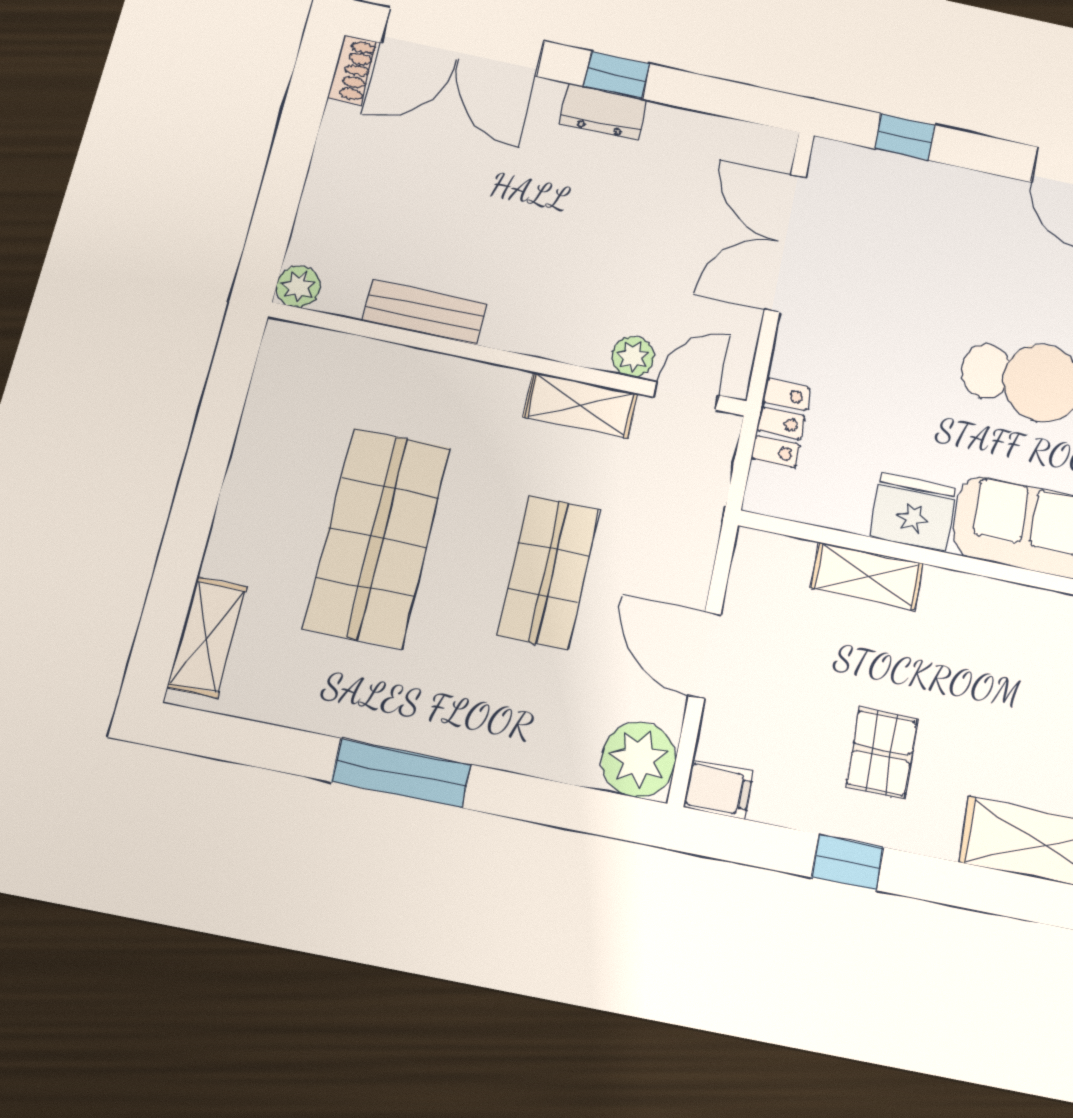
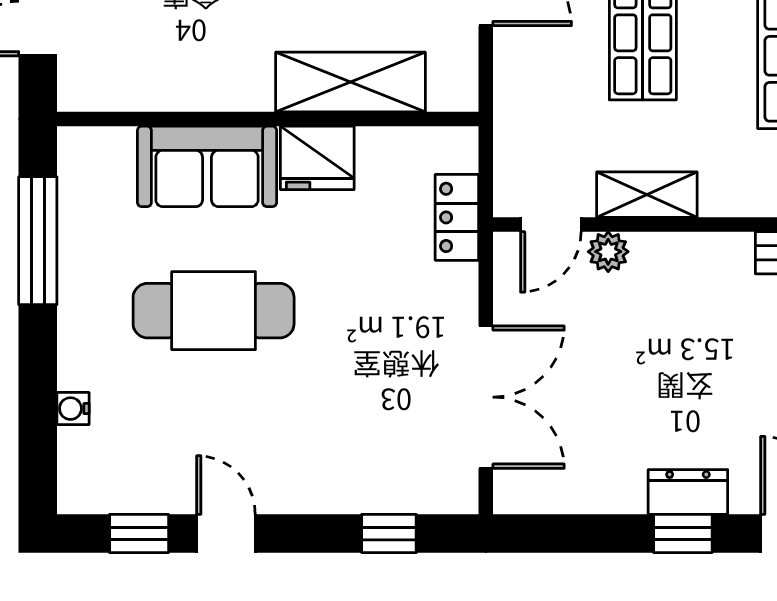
shelving: (867, 576) -> (351, 82), width x1.50, depth x1.33

